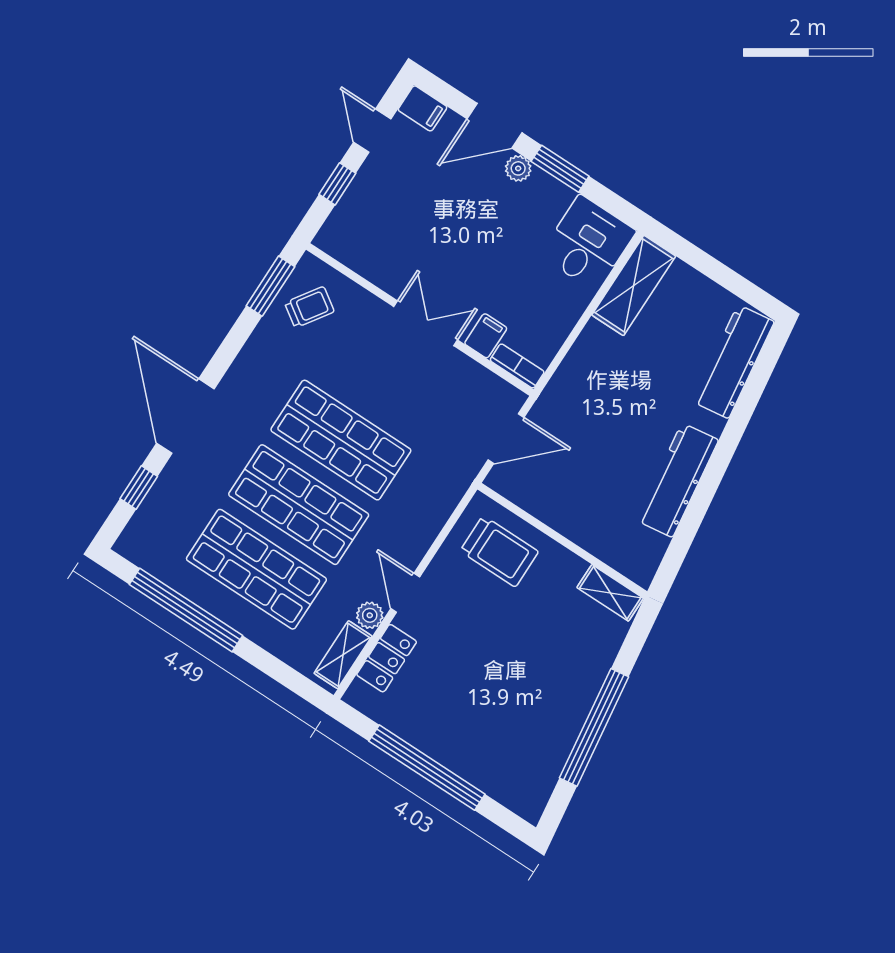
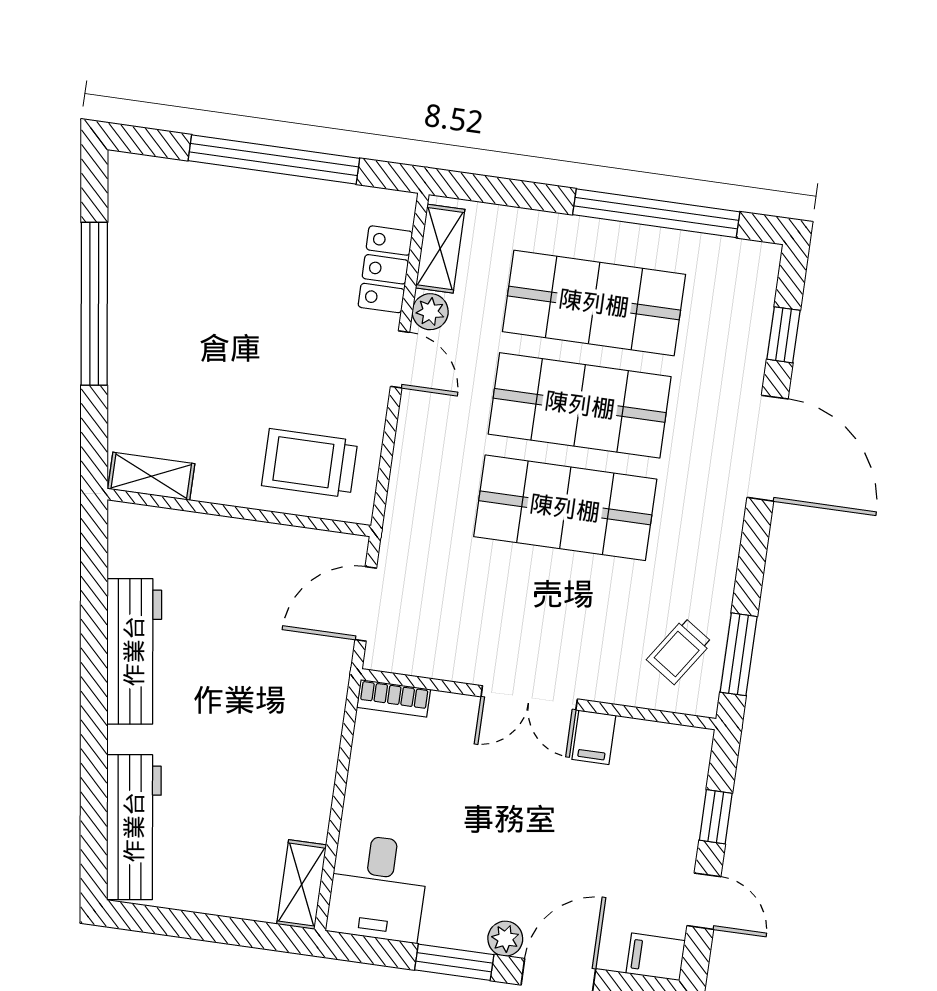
shelving: (634, 286) -> (302, 885), width x0.67, depth x0.75
filing cabinet: (486, 336) -> (594, 737), moved

